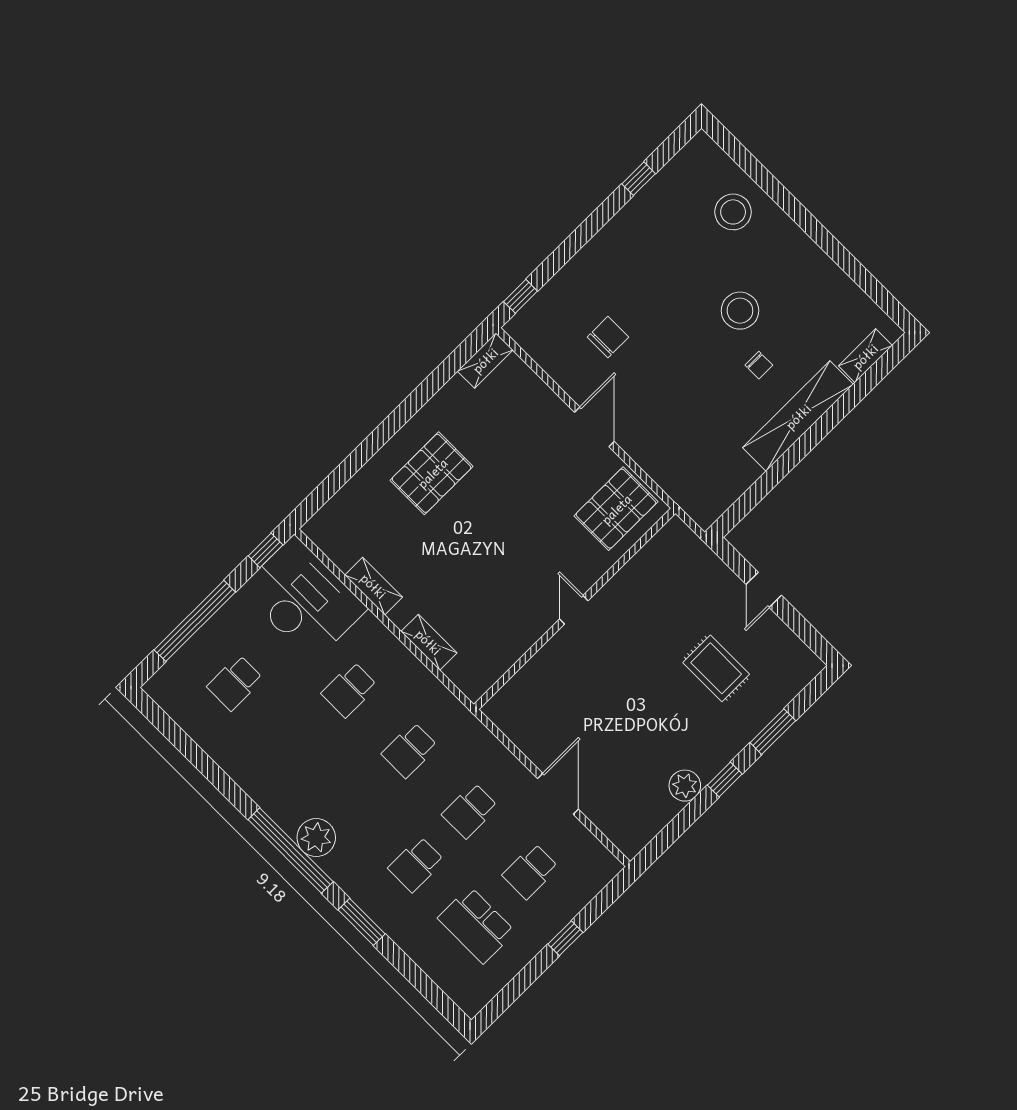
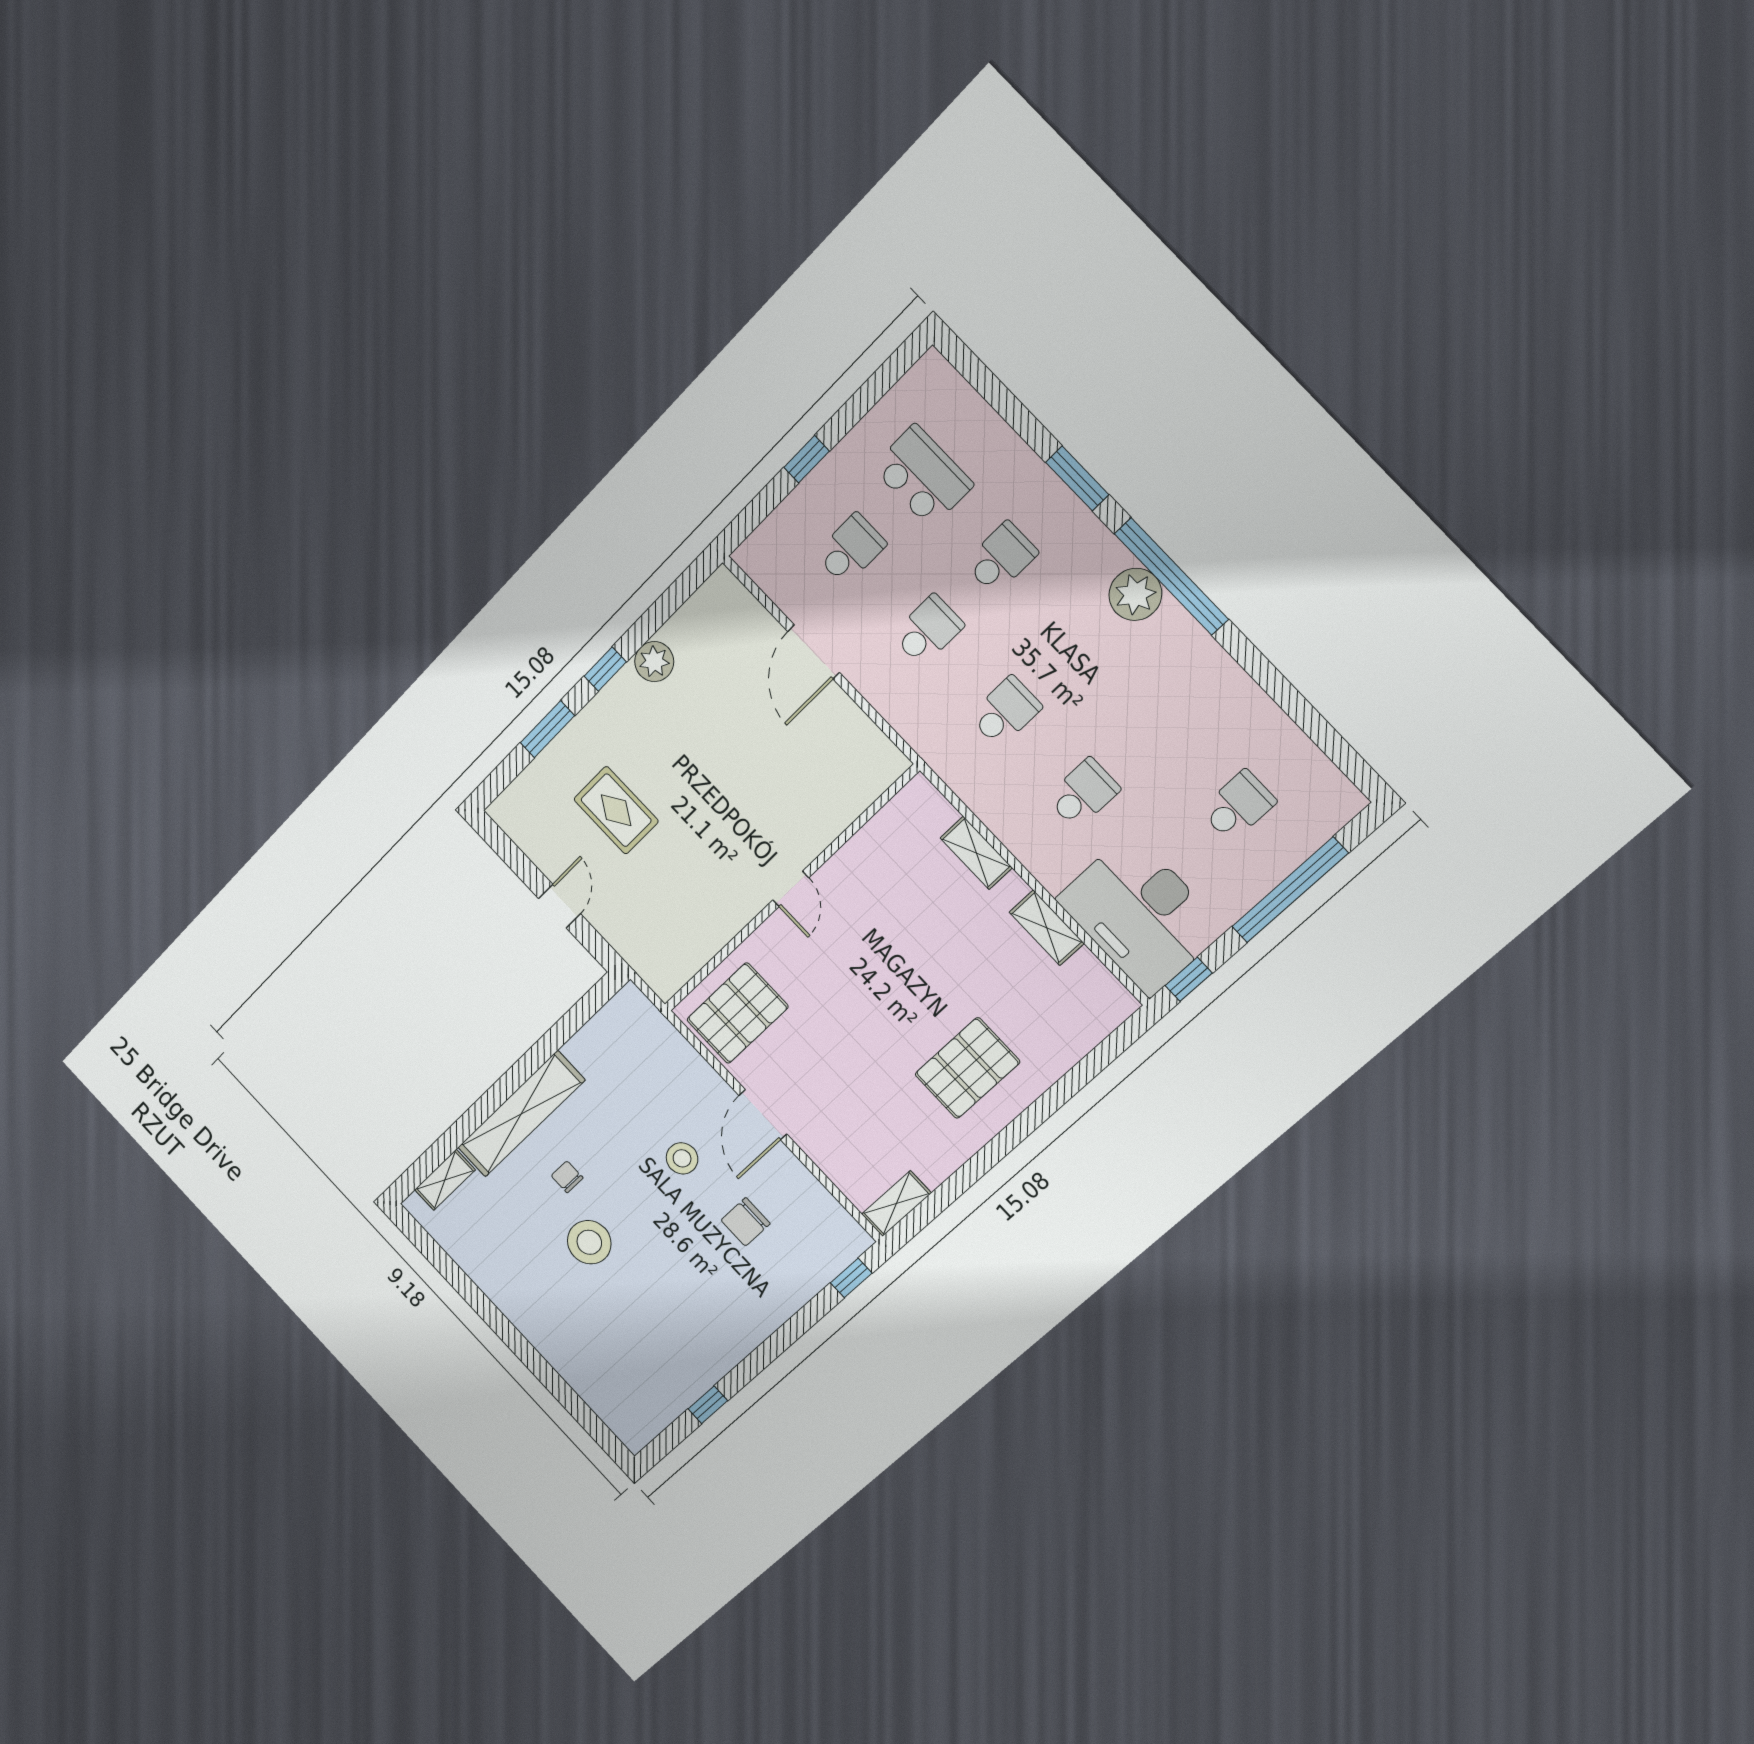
stool: (733, 212) -> (682, 1158), moved, width x0.73, depth x0.73

